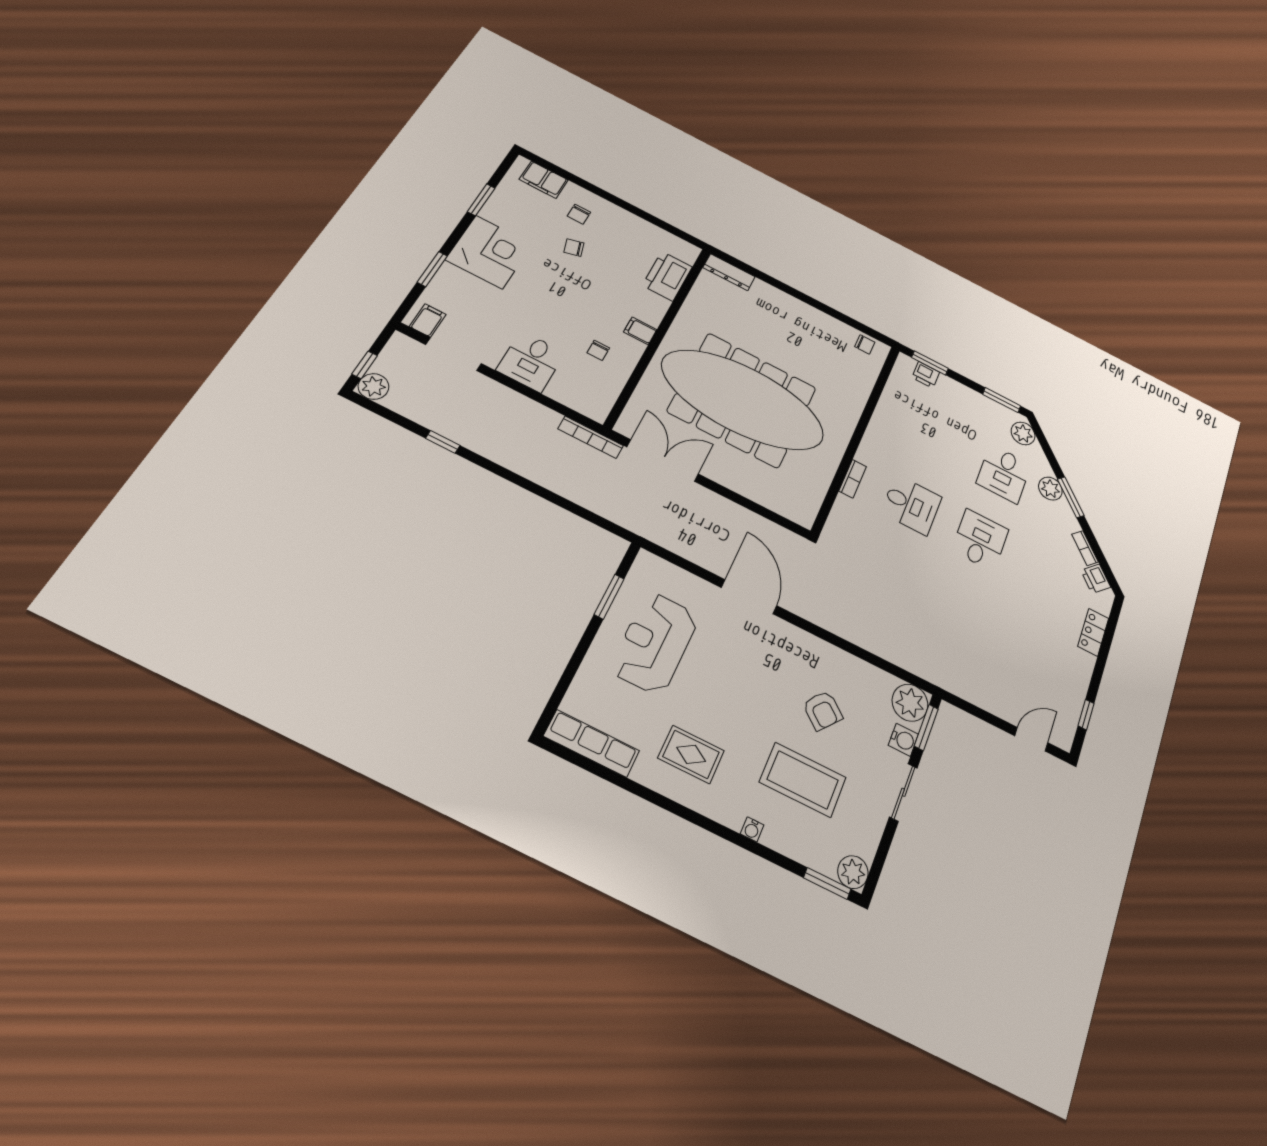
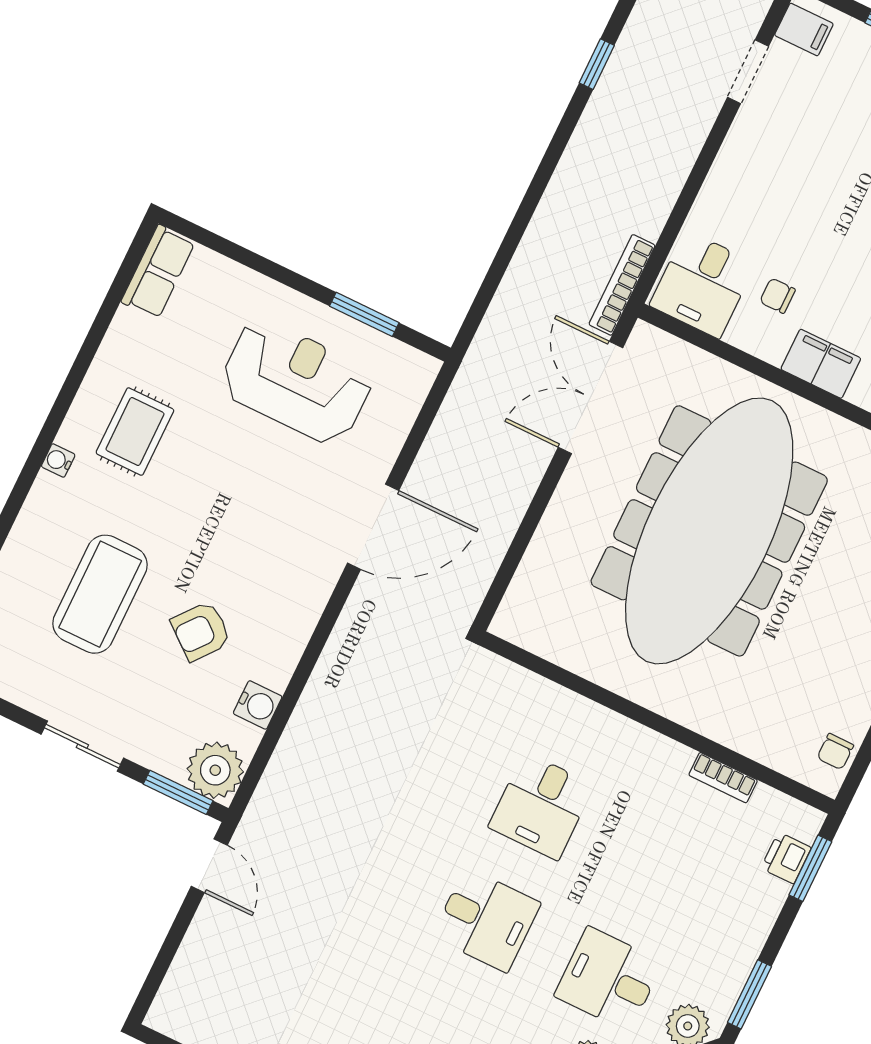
filing cabinet: (640, 331) -> (821, 364), width x2.00
doorway: (454, 354) -> (748, 72), width x0.73
desk: (531, 361) -> (703, 284), moved, turned -90
double door: (663, 461) -> (591, 397), swing flipped
bookcase: (853, 479) -> (723, 778), moved
door: (1031, 739) -> (209, 866), moved
water cooler: (903, 740) -> (258, 705), moved, turned -90
row of seats: (592, 743) -> (158, 272), width x0.68
water cooler: (752, 829) -> (58, 460), moved

